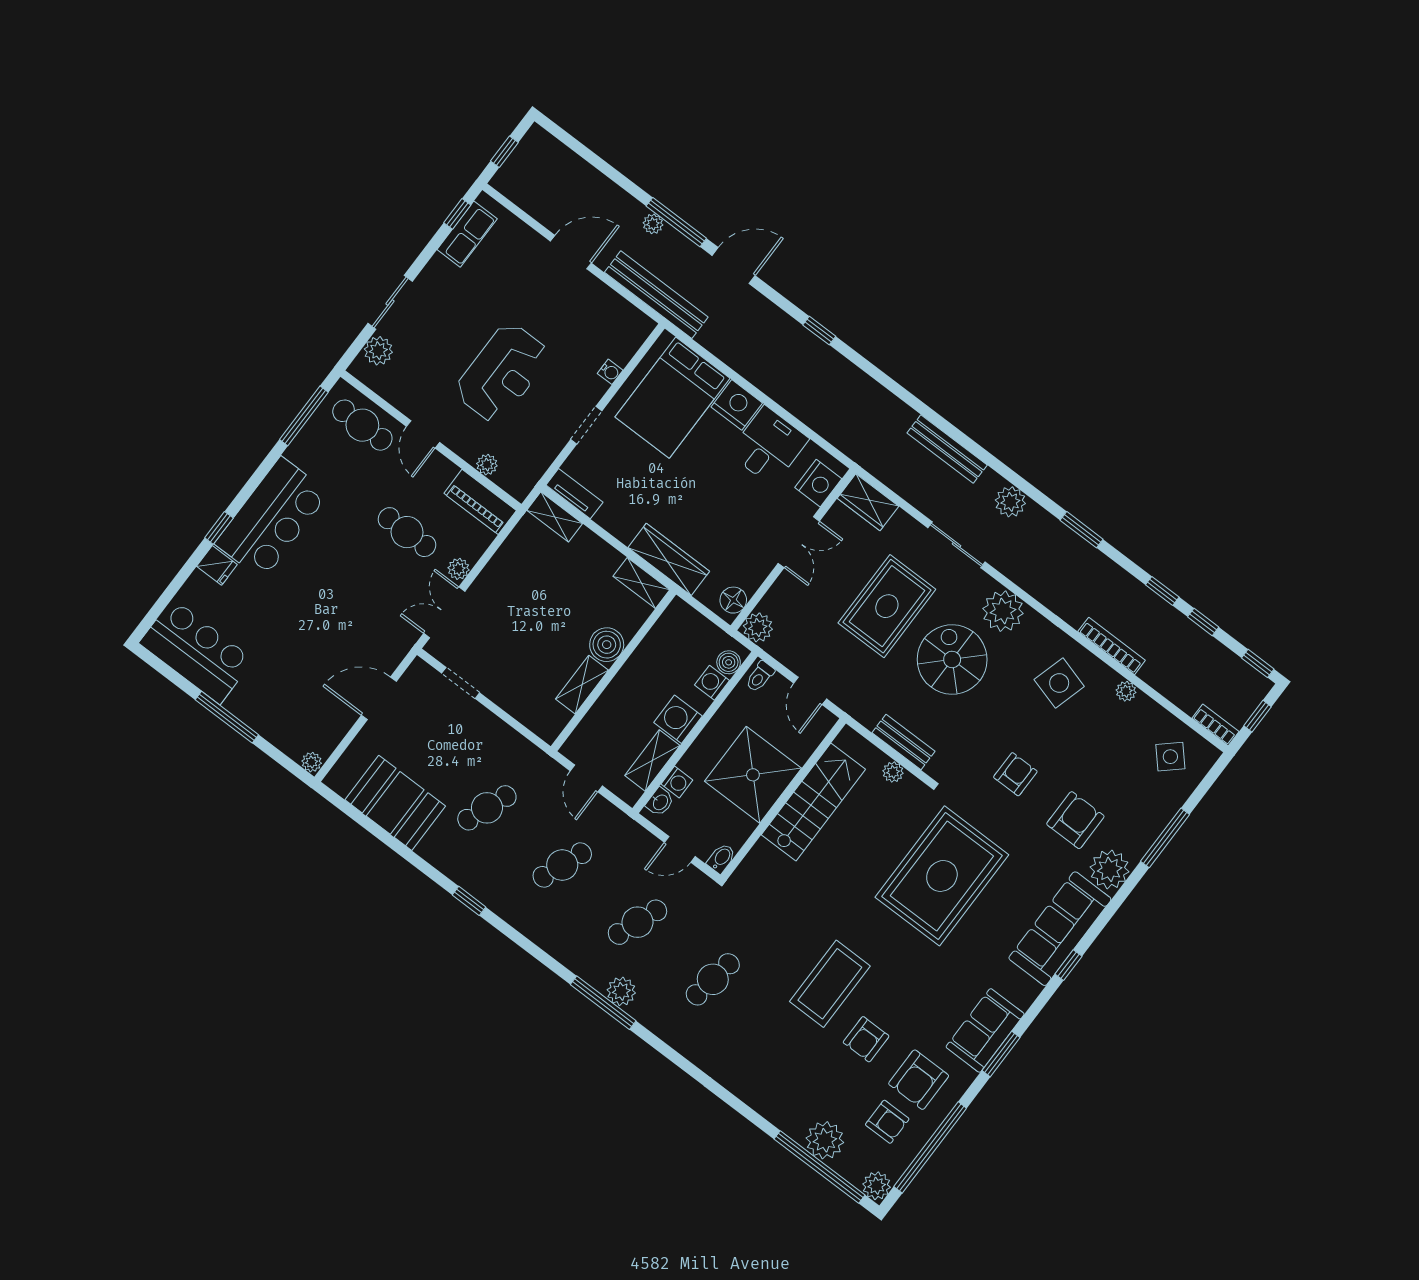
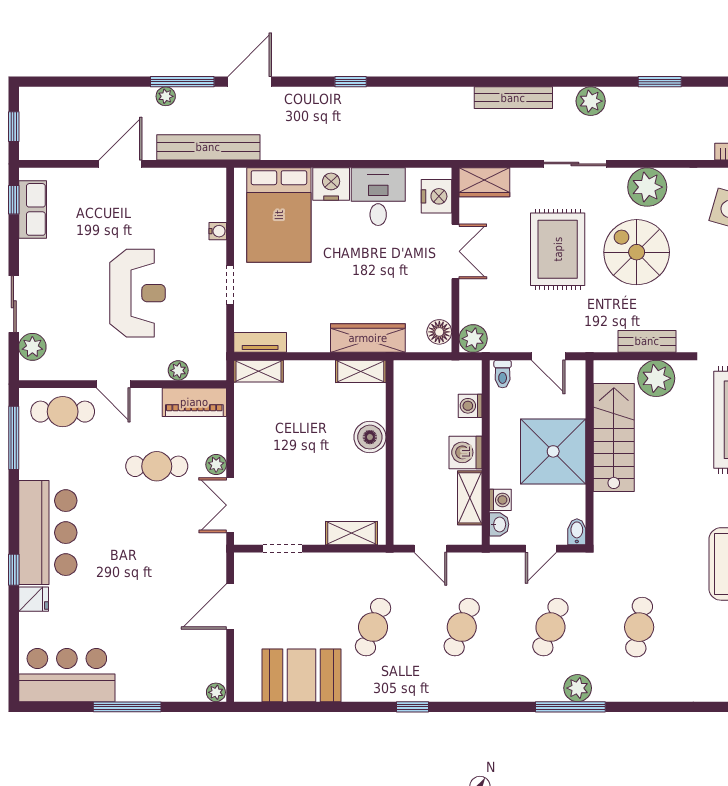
boiler: (729, 662) -> (471, 381), removed
shelving: (582, 685) -> (352, 533), moved, turned 90
plant: (893, 772) -> (656, 378), width x1.88, depth x1.88

